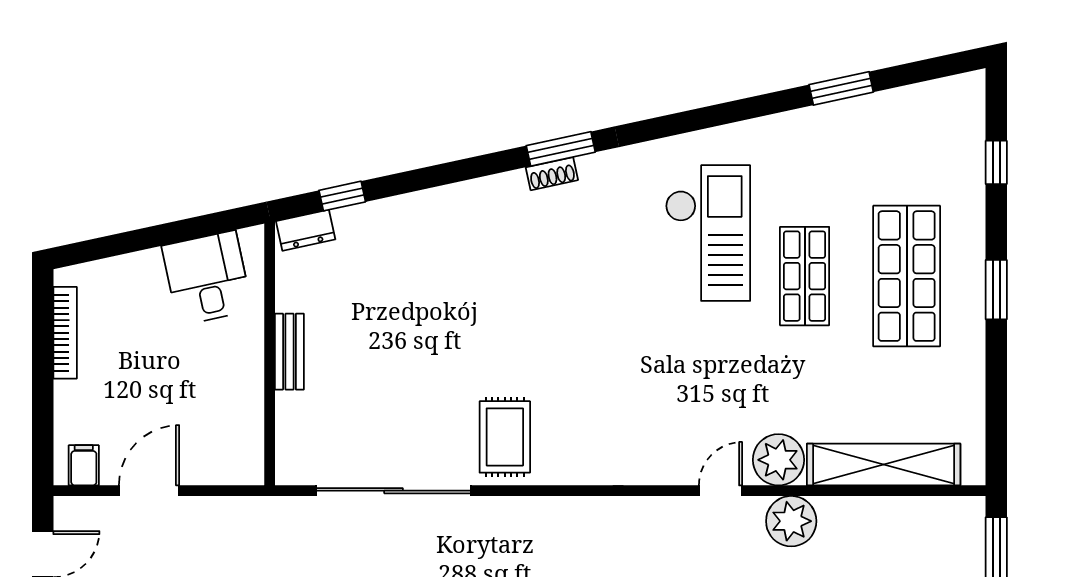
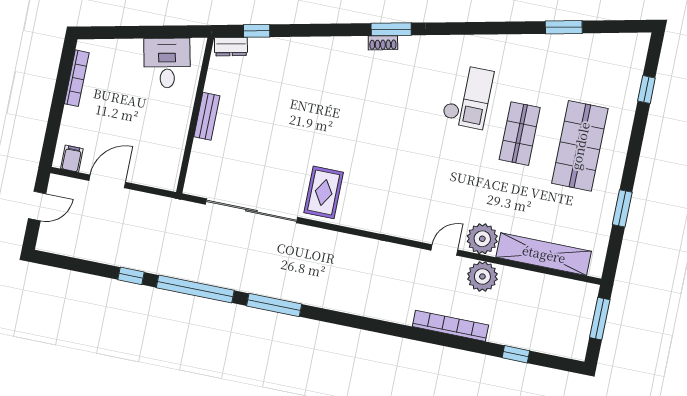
checkout: (708, 233) -> (468, 97), width x0.73, depth x0.83
window: (996, 290) -> (622, 208), moved

